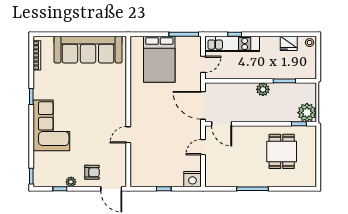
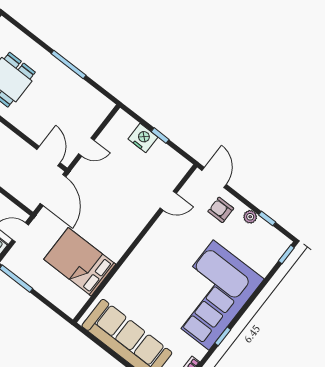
bed: (159, 59) -> (80, 262), moved, turned -90
corner sofa: (51, 125) -> (211, 295), width x1.36, depth x1.36
door: (128, 135) -> (168, 201), moved
nightstand: (192, 179) -> (143, 138), moved

